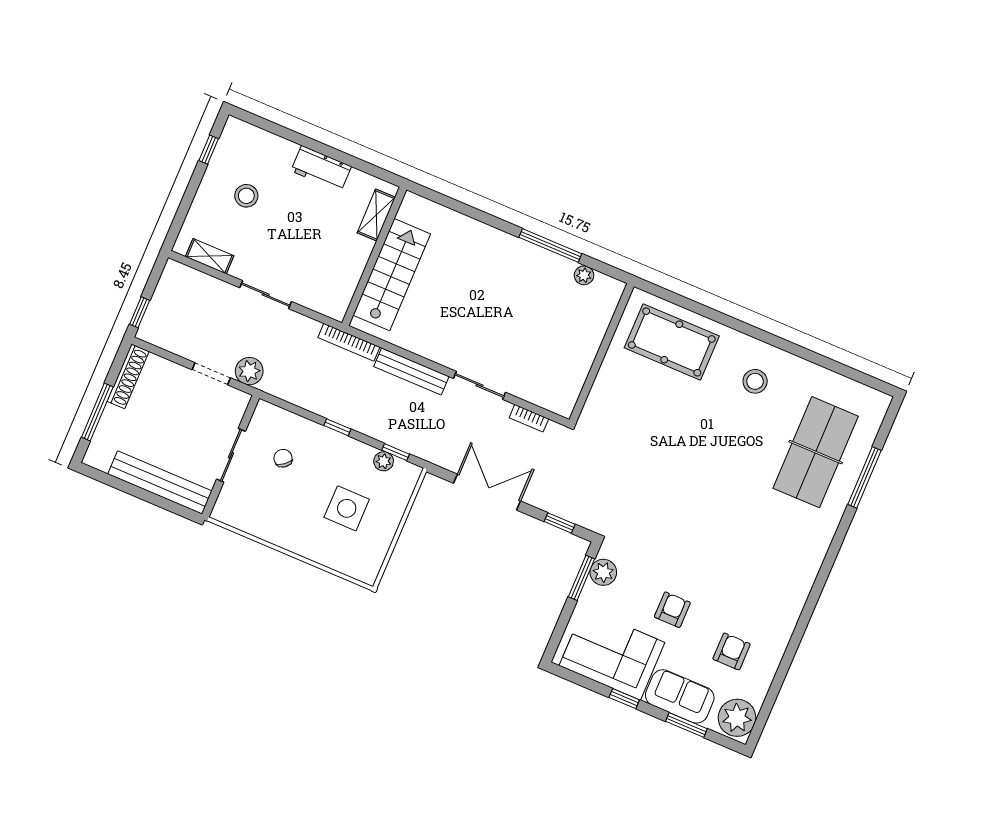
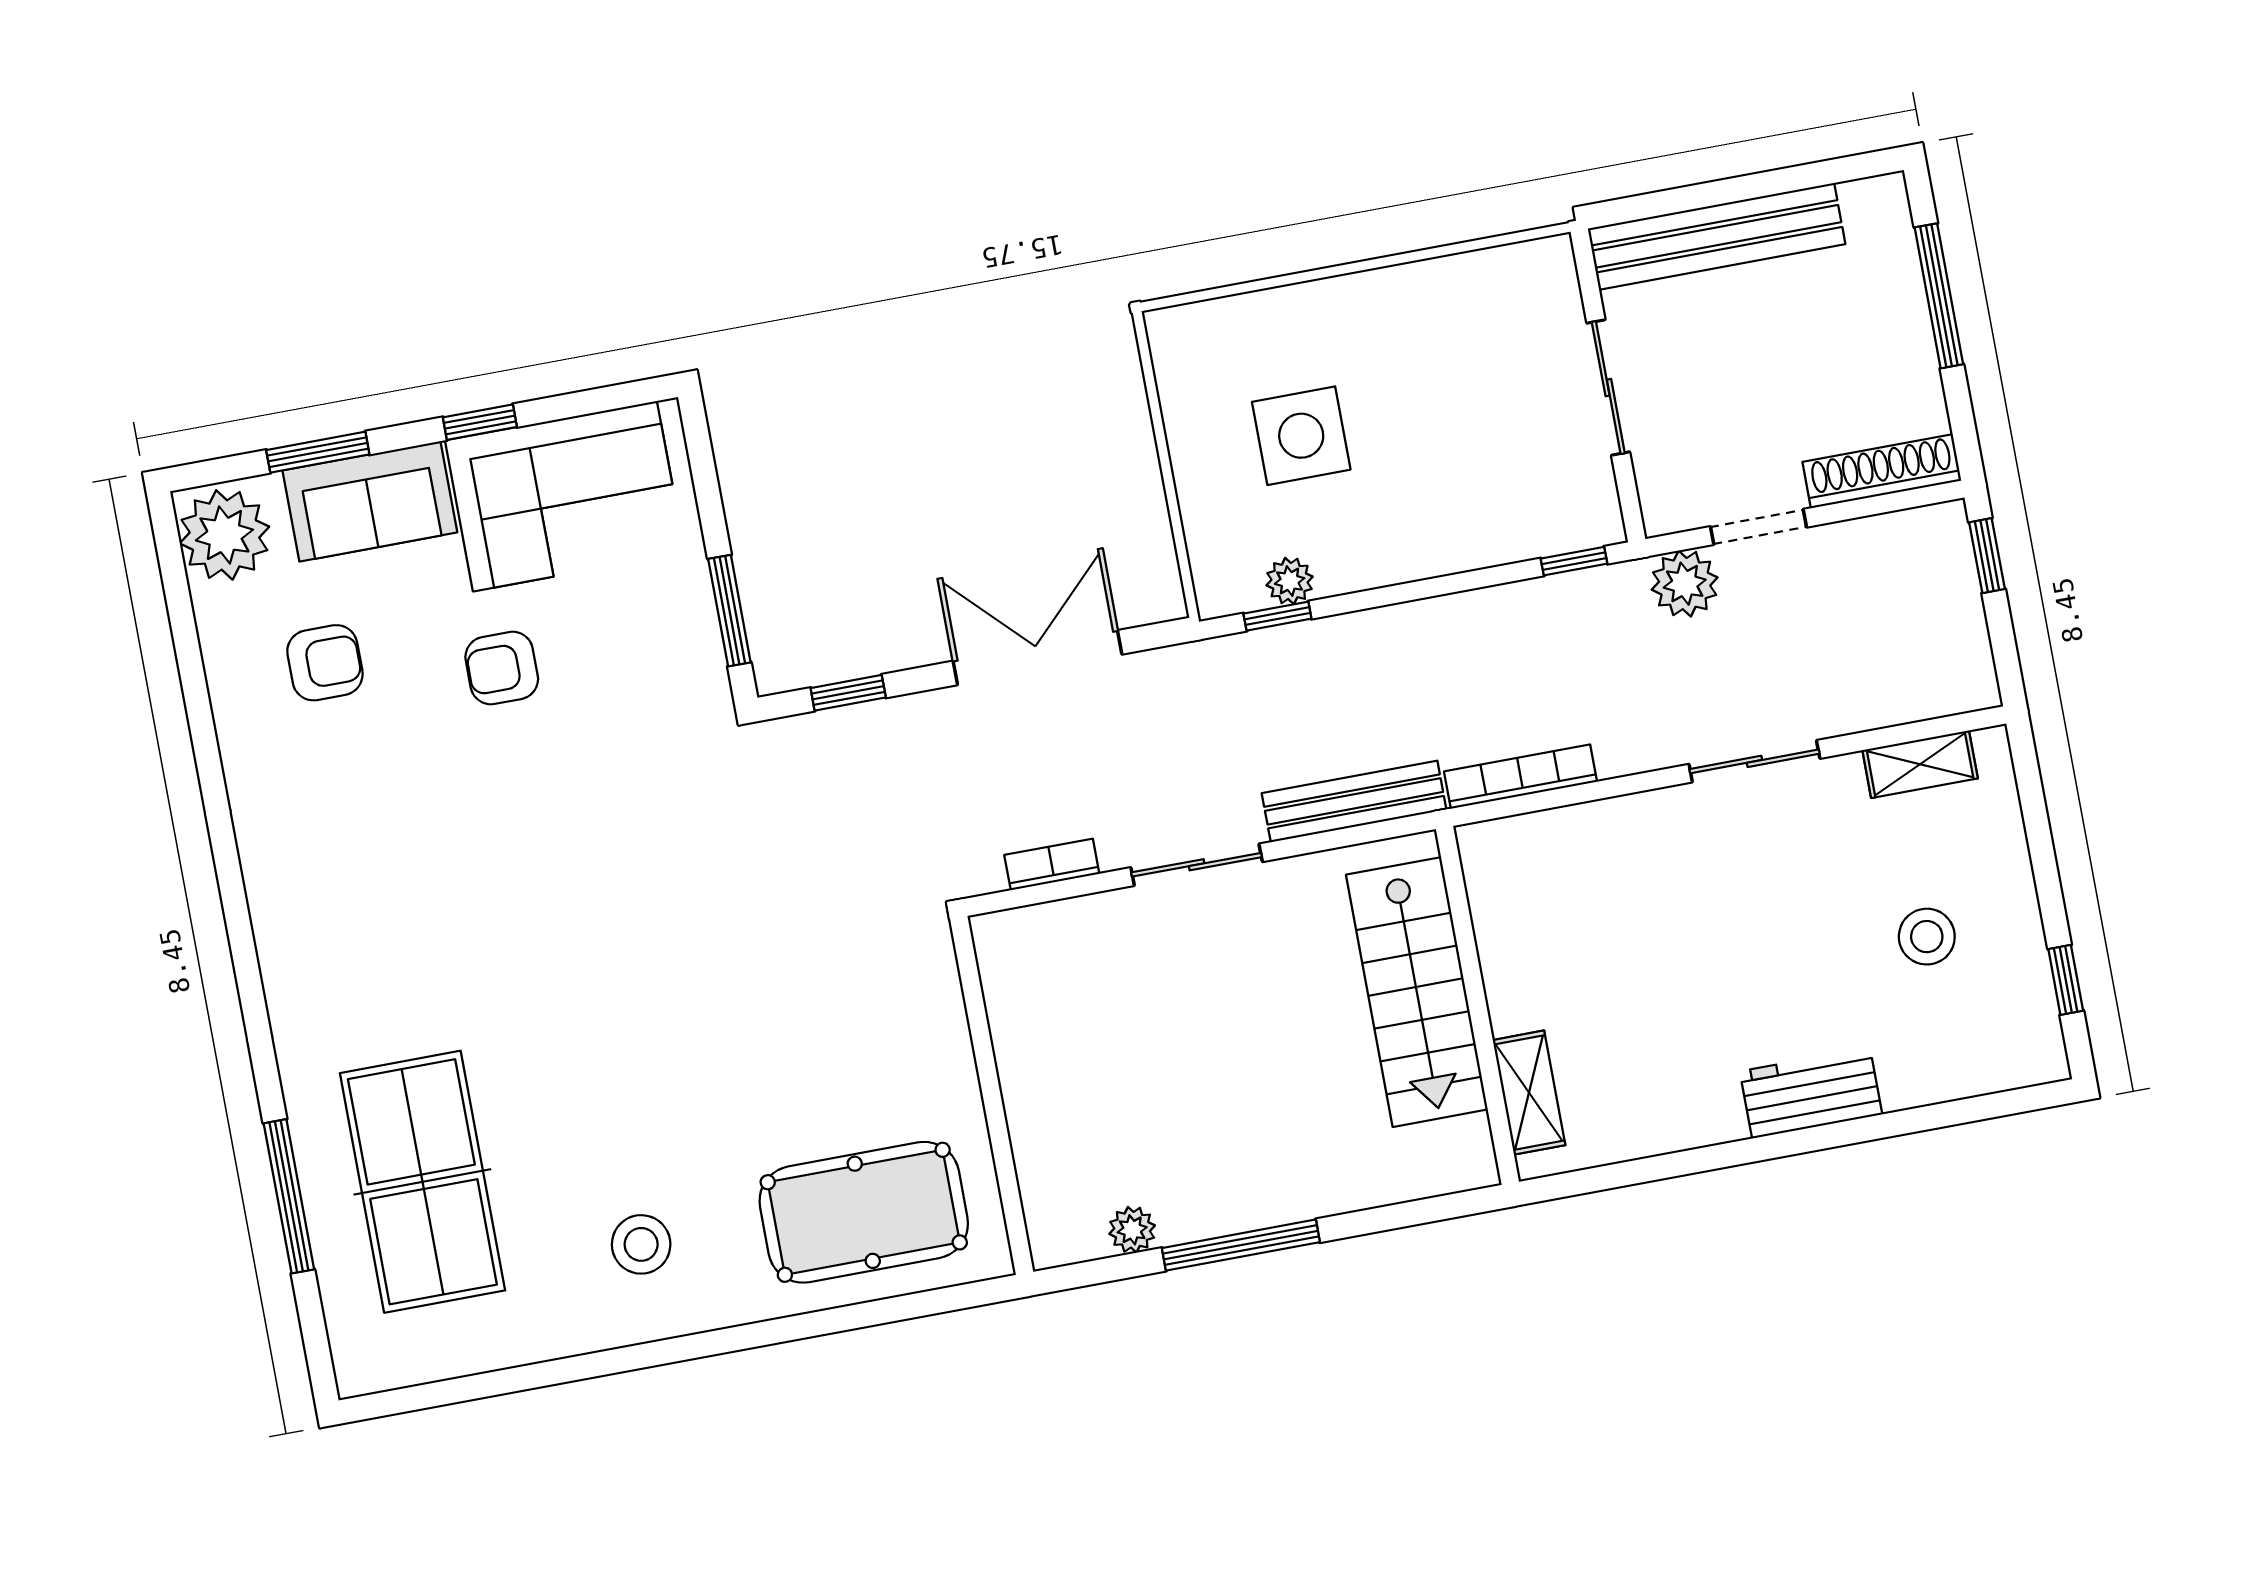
shelving: (376, 215) -> (1529, 1093), moved
wall: (374, 256) -> (1477, 1005), moved
stairs: (392, 275) -> (1417, 992), moved
shoe rack: (128, 376) -> (1882, 471), moved, turned 90
window: (337, 427) -> (1574, 561), moved
chair: (283, 458) -> (1498, 452), removed
double door: (487, 492) -> (1038, 658), swing flipped
plant: (603, 572) -> (693, 651), removed
armchair: (672, 610) -> (502, 668), turned 90
armchair: (732, 651) -> (325, 663), turned -90

